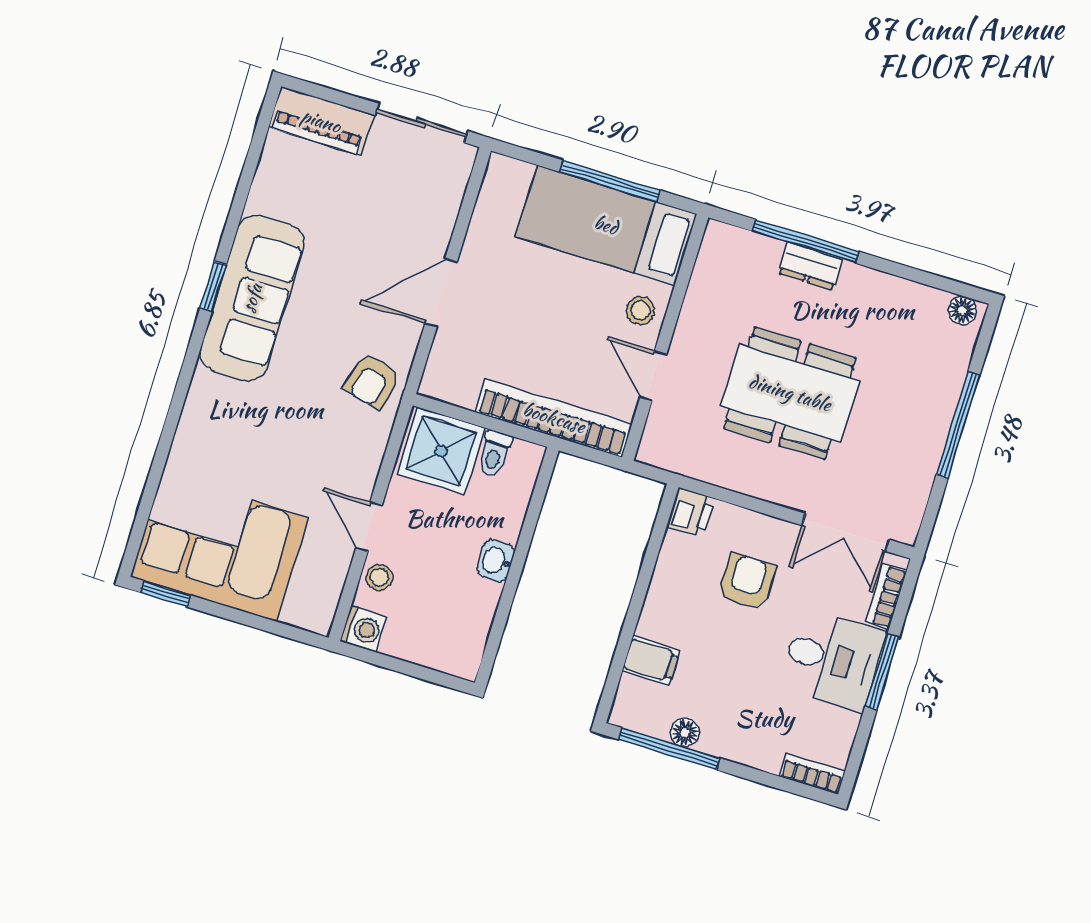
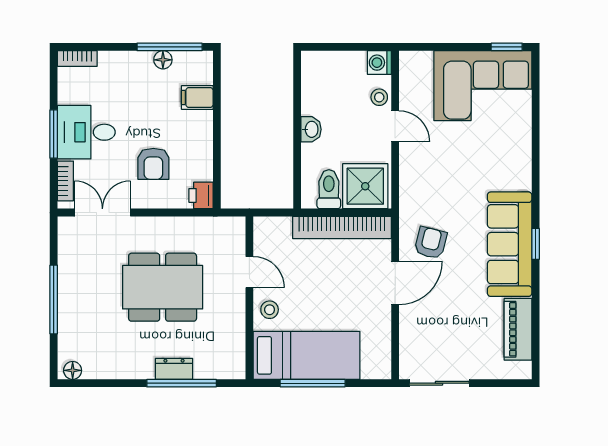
piano: (321, 121) -> (518, 329), moved, turned -90
armchair: (372, 381) -> (431, 243), moved
bookcase: (554, 418) -> (342, 227), moved
toilet: (494, 454) -> (329, 189), width x1.37, depth x1.39

